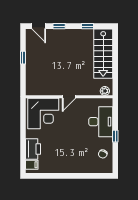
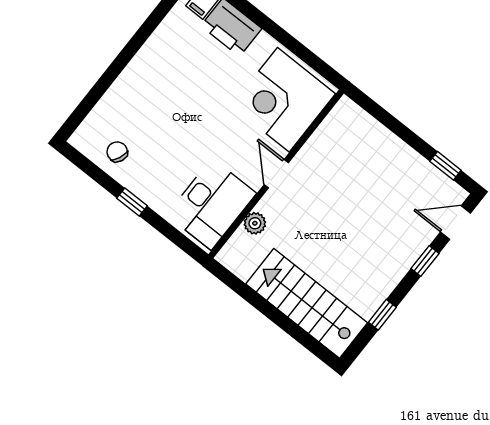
window: (23, 58) -> (445, 166), moved
plant: (105, 91) -> (255, 223), moved
desk: (101, 122) -> (212, 204), moved, turned -90

